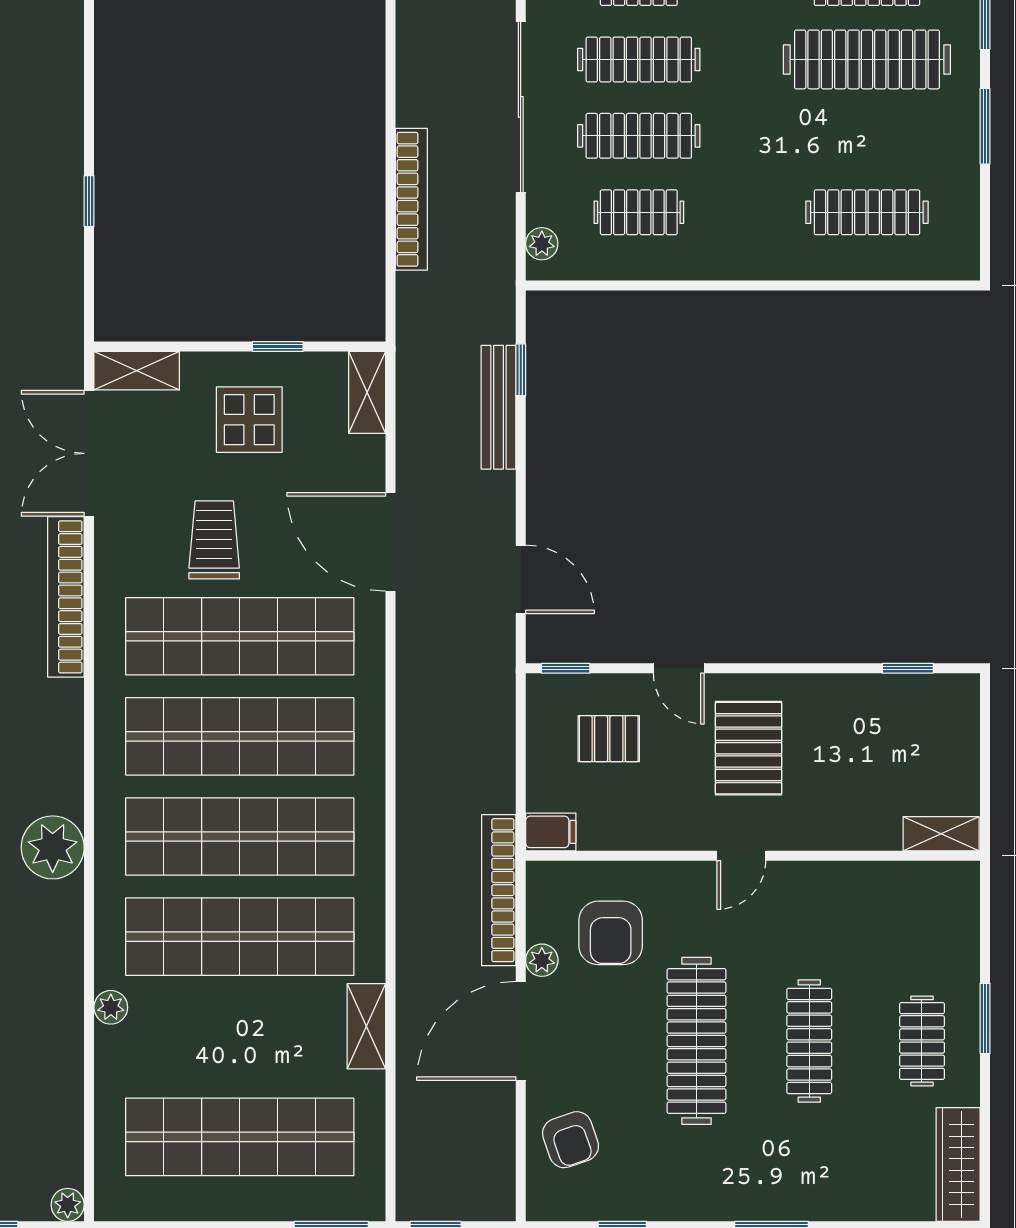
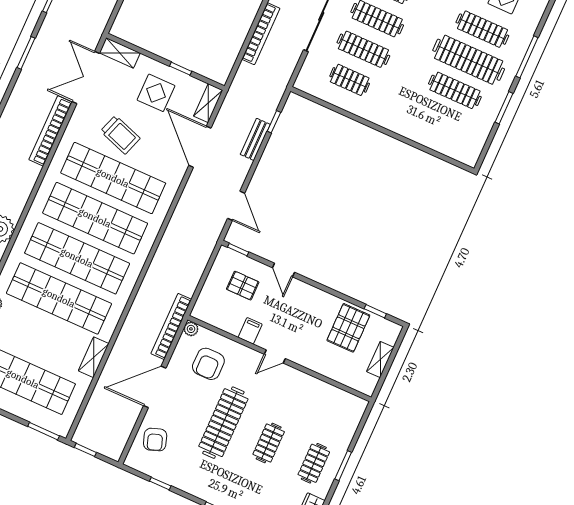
clothes rail: (867, 212) -> (455, 90), moved
plant: (542, 244) -> (305, 75), removed
bench: (498, 407) -> (255, 139), width x0.73
trolley: (214, 540) -> (120, 135), turned 109
door: (390, 542) -> (200, 147), moved
pallet: (749, 748) -> (348, 328), moved
filing cabinet: (551, 832) -> (250, 331), moved, turned -90
shelving: (941, 834) -> (380, 360), moved, turned 90
plant: (542, 960) -> (191, 329), moved
clothes rail: (809, 1041) -> (269, 443), width x0.73

